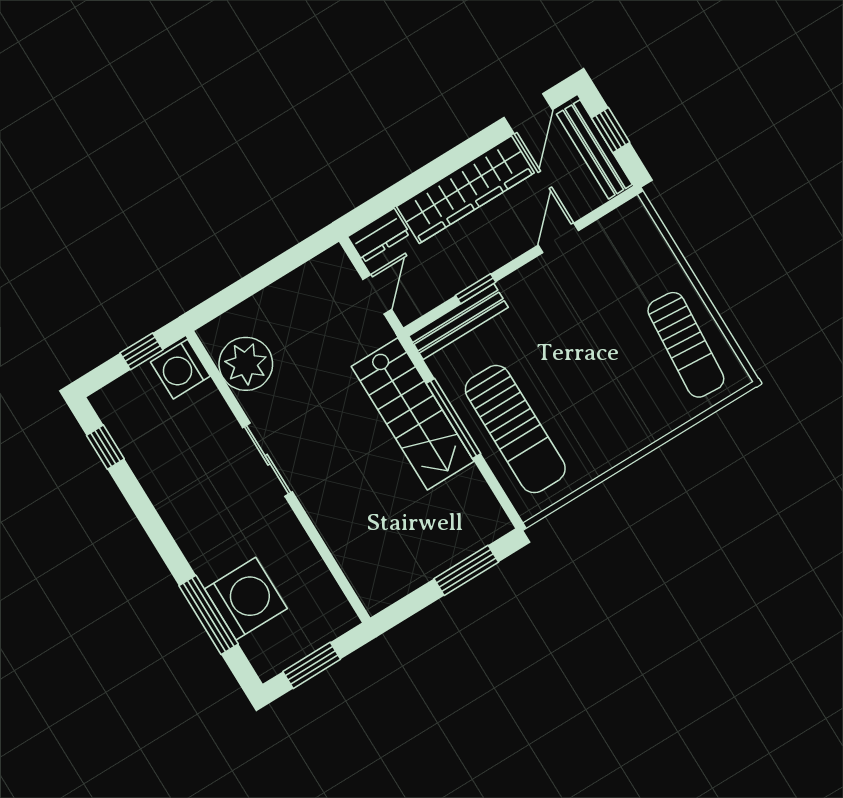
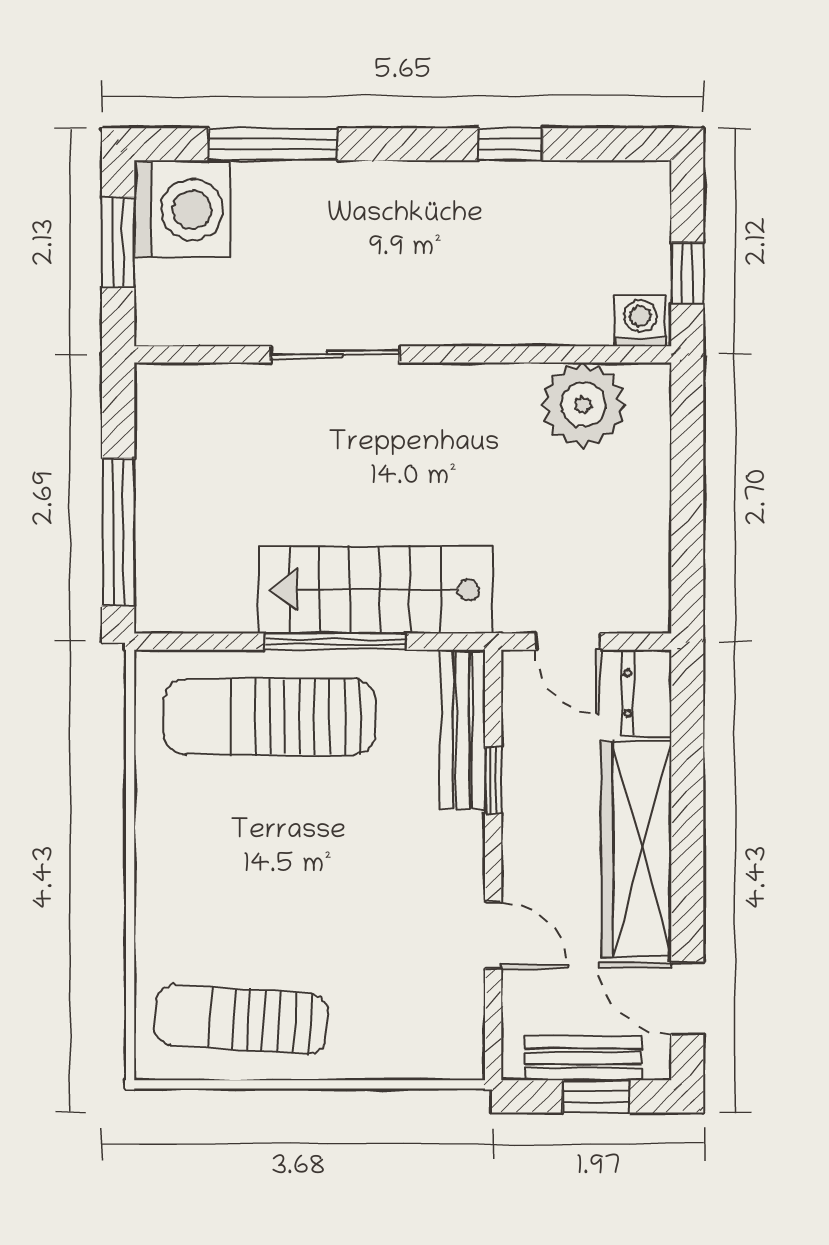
bench: (594, 149) -> (583, 1058), width x0.73
washing machine: (180, 369) -> (640, 321), width x0.73, depth x0.73
window: (105, 447) -> (510, 144), moved
sliding door: (268, 460) -> (335, 354), moved
window: (466, 570) -> (118, 532), width x1.44
washing machine: (246, 599) -> (182, 210), moved, turned -90

